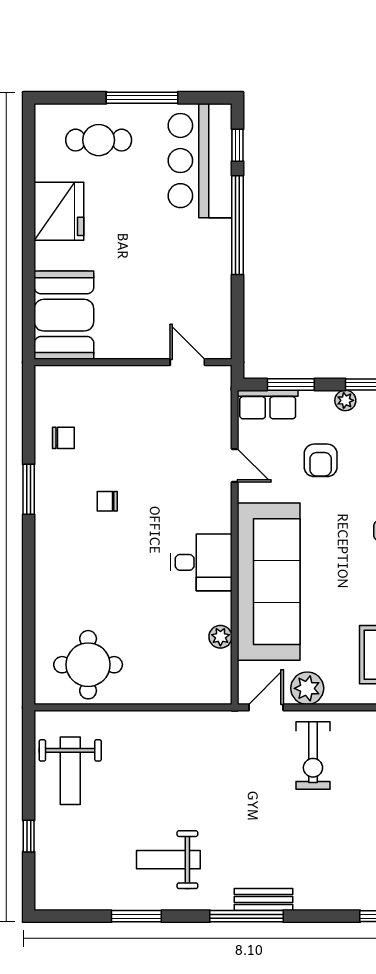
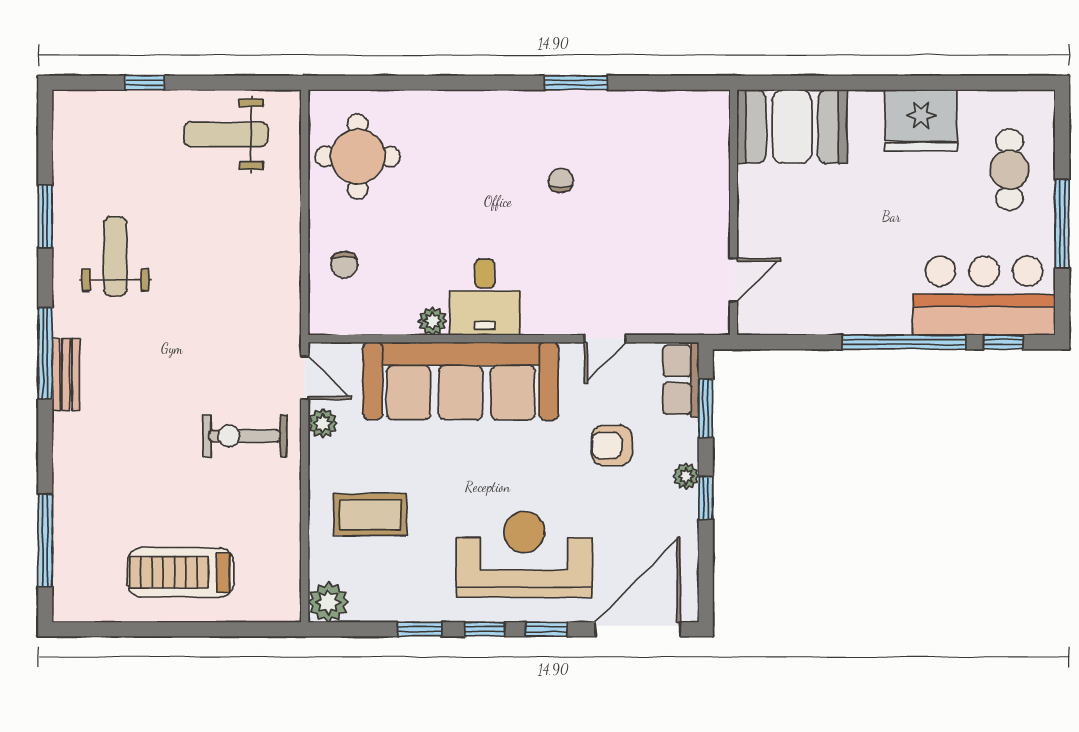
chair: (63, 438) -> (344, 264), moved
plant: (220, 637) -> (432, 321), moved
plant: (307, 688) -> (323, 423), width x0.73, depth x0.73

